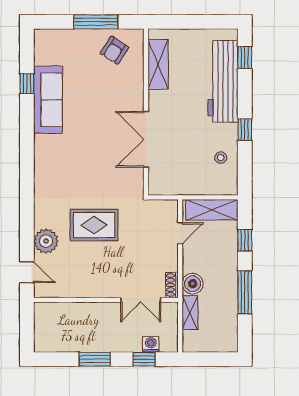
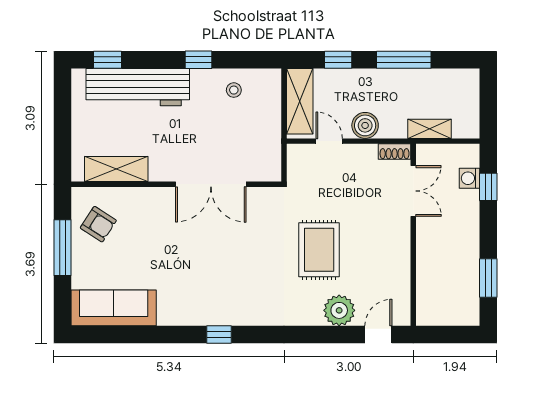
window: (27, 84) -> (219, 335), moved
sofa: (48, 100) -> (114, 308), moved
boiler: (193, 284) -> (365, 125), moved
window: (95, 359) -> (488, 278), moved

